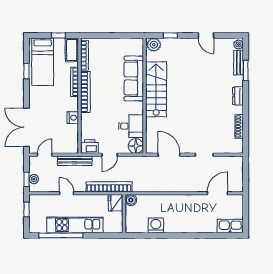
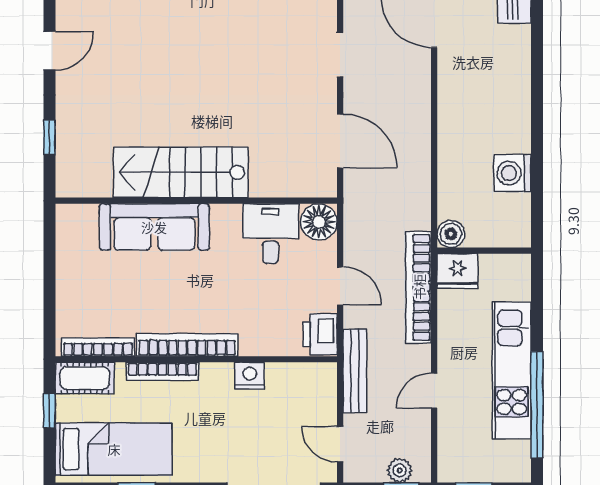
plant: (154, 45) -> (72, 178), removed
door: (169, 155) -> (340, 141), swing flipped

